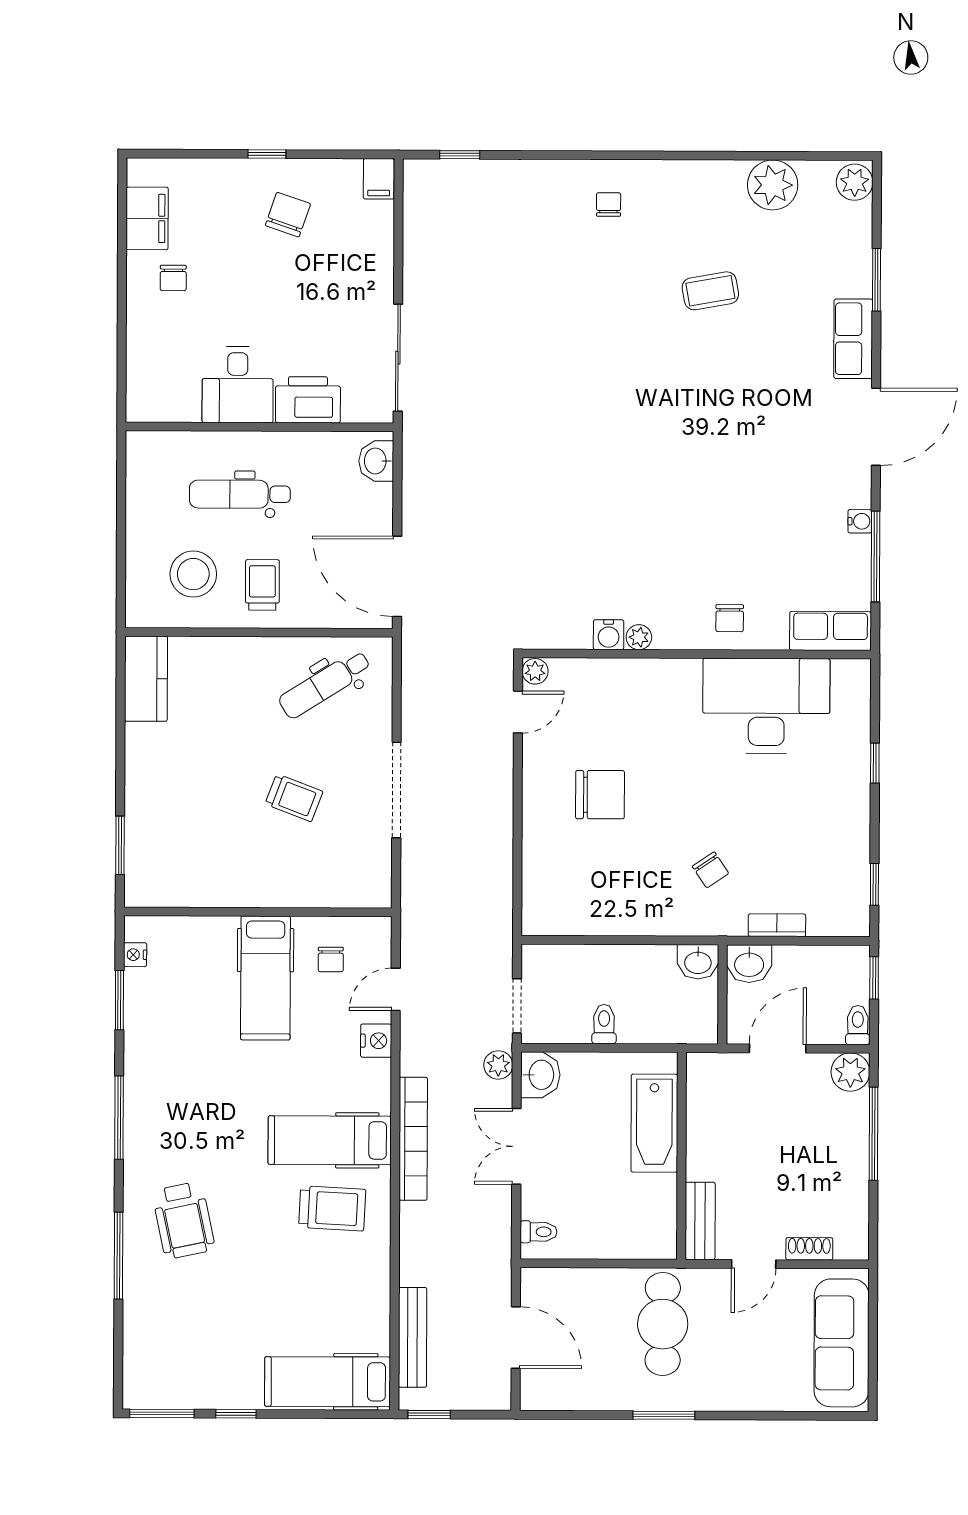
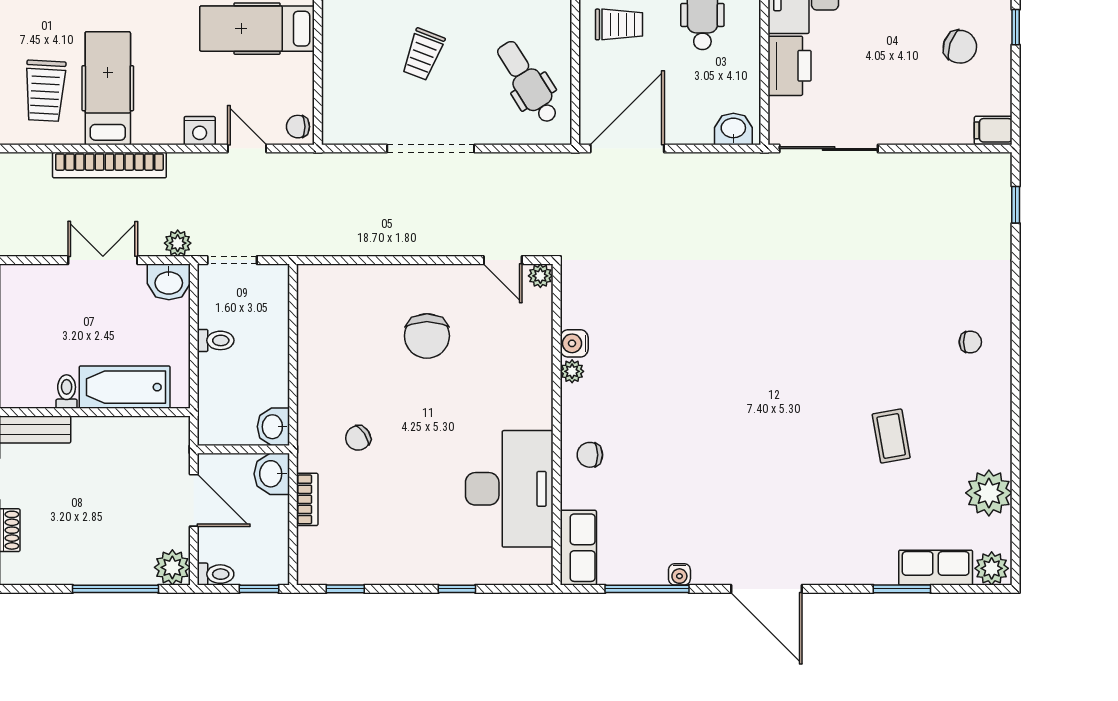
row of seats: (853, 339) -> (936, 568), moved
chair: (331, 959) -> (298, 127), moved
toilet: (538, 1232) -> (67, 392), moved, turned 180

